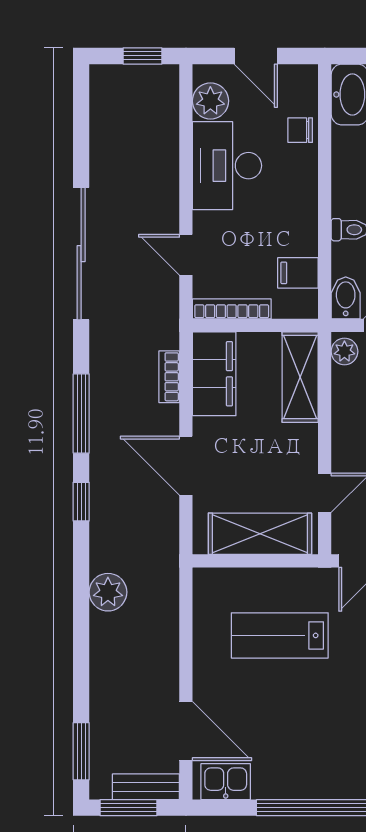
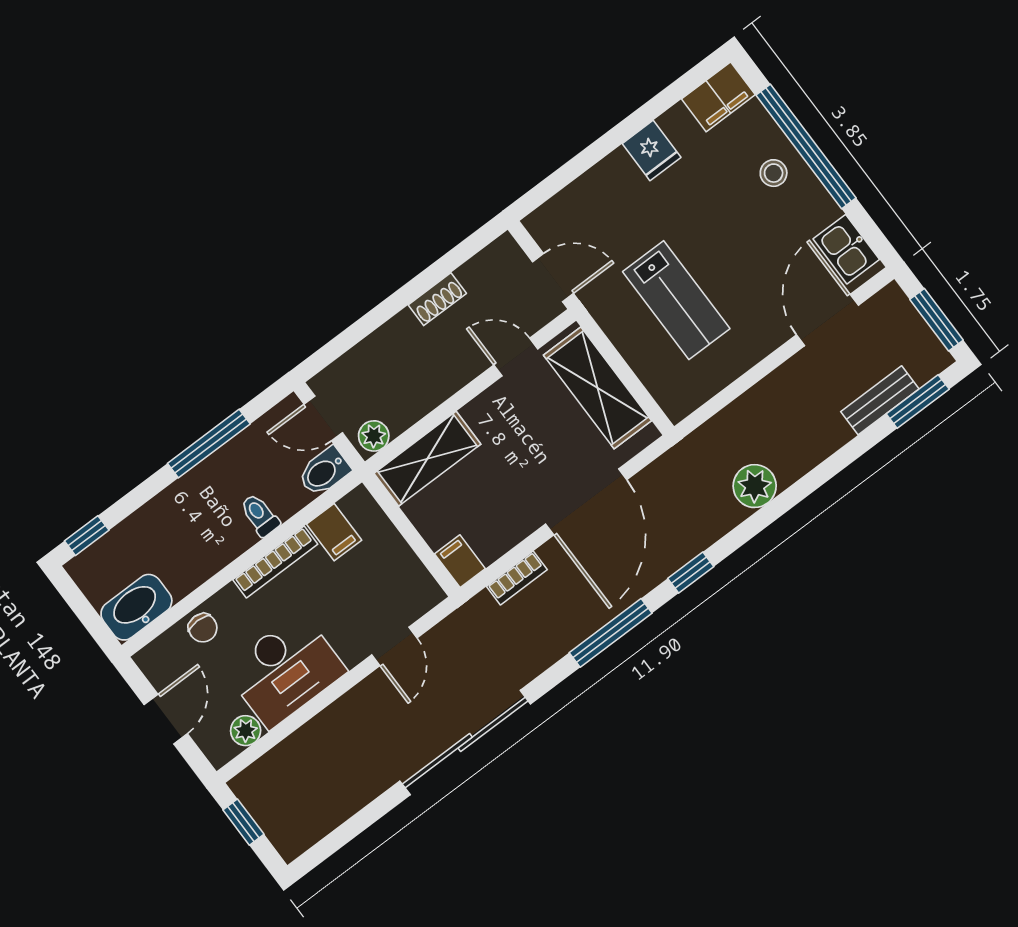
plant: (210, 101) -> (246, 731), width x0.73, depth x0.73
bookcase: (232, 309) -> (275, 562), moved, turned -90
filing cabinet: (214, 374) -> (460, 561), width x0.33, depth x0.86
door: (186, 466) -> (586, 502), width x1.36
stool: (318, 771) -> (774, 173), added
bench: (146, 787) -> (880, 400), moved, turned 90

